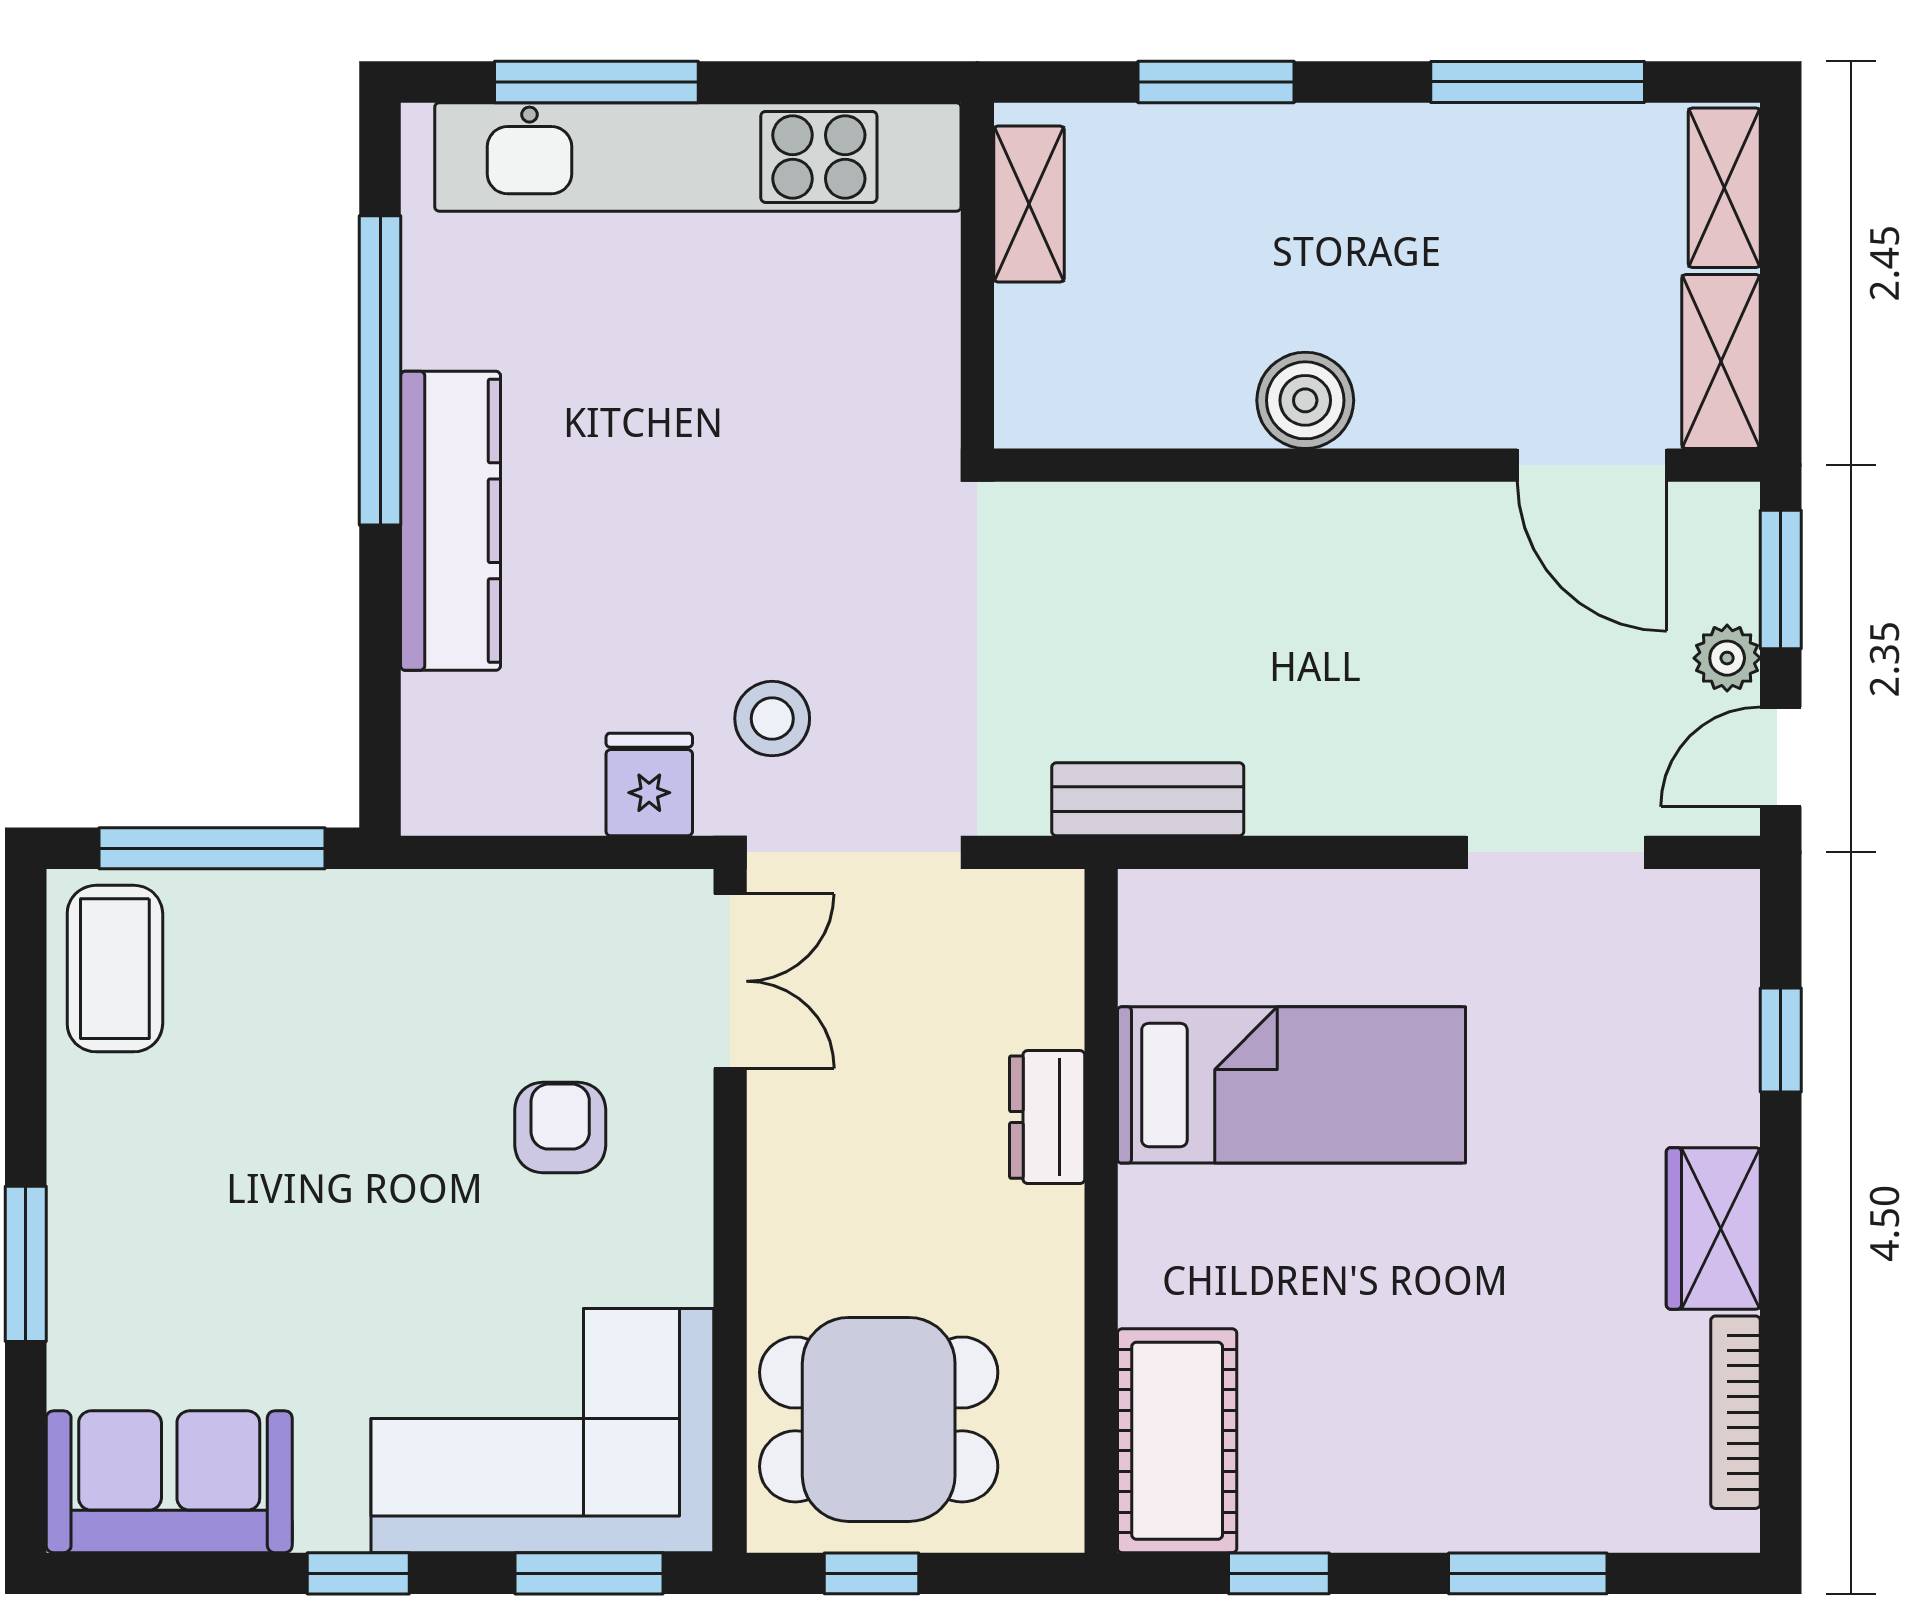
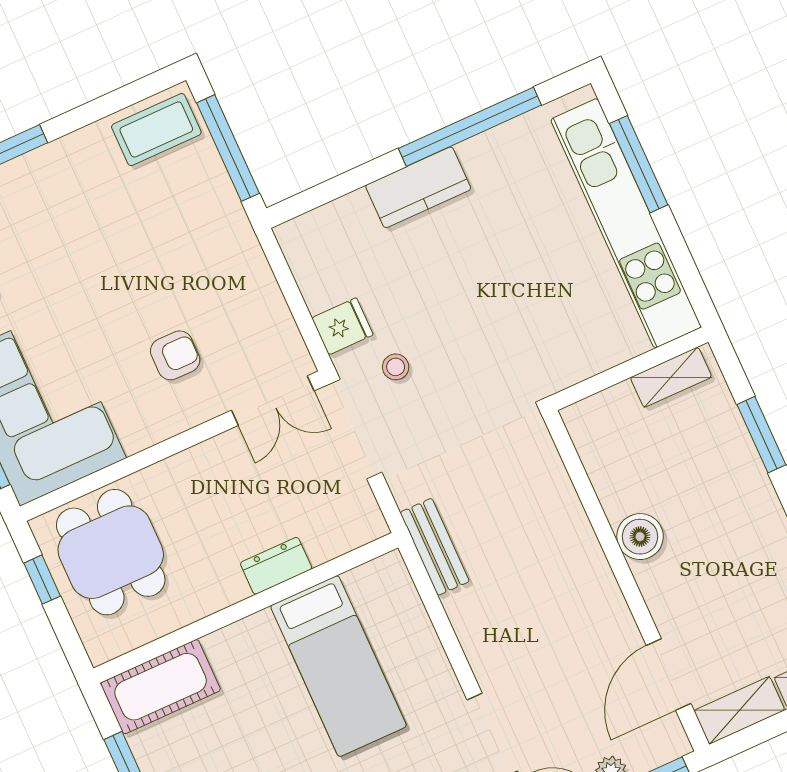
kitchen counter: (451, 521) -> (418, 187), width x0.67
stool: (772, 719) -> (396, 367), width x0.73, depth x0.73

